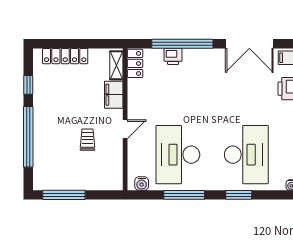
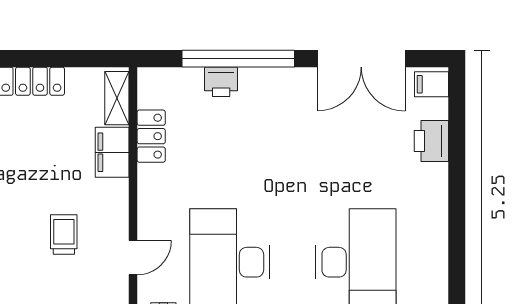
locker: (135, 63) -> (151, 136), moved
door: (125, 129) -> (133, 258), moved

